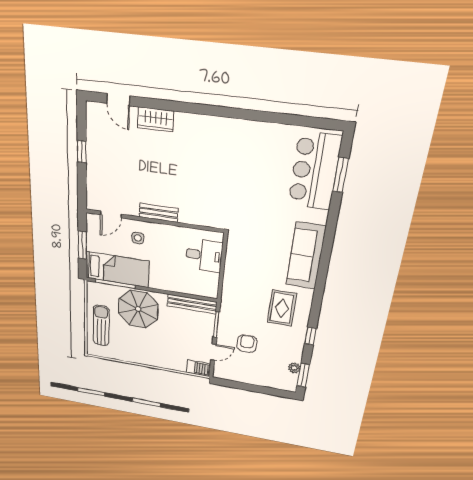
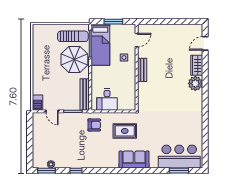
plant: (187, 126) -> (195, 83), added
window: (82, 152) -> (173, 22), removed
door: (111, 214) -> (137, 40), swing flipped
desk: (204, 255) -> (107, 99), moved
sofa: (306, 256) -> (134, 160), width x0.73
rug: (282, 308) -> (125, 131), moved
sun lounger: (101, 326) -> (73, 36), moved
armchair: (247, 344) -> (94, 125), moved

